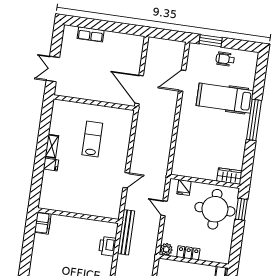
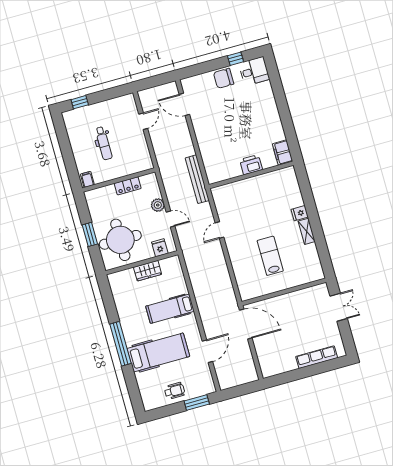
row of seats: (91, 34) -> (317, 357), width x1.48
hospital bed: (198, 131) -> (170, 309), added
lab bench: (92, 139) -> (270, 256), turned 180
wardrobe: (229, 176) -> (148, 271), moved
window: (241, 209) -> (90, 234), moved
printer: (107, 246) -> (251, 165), moved, turned -90
plant: (166, 249) -> (158, 205), moved

